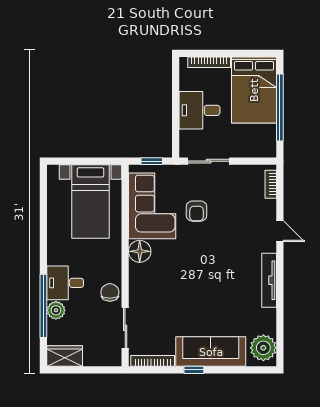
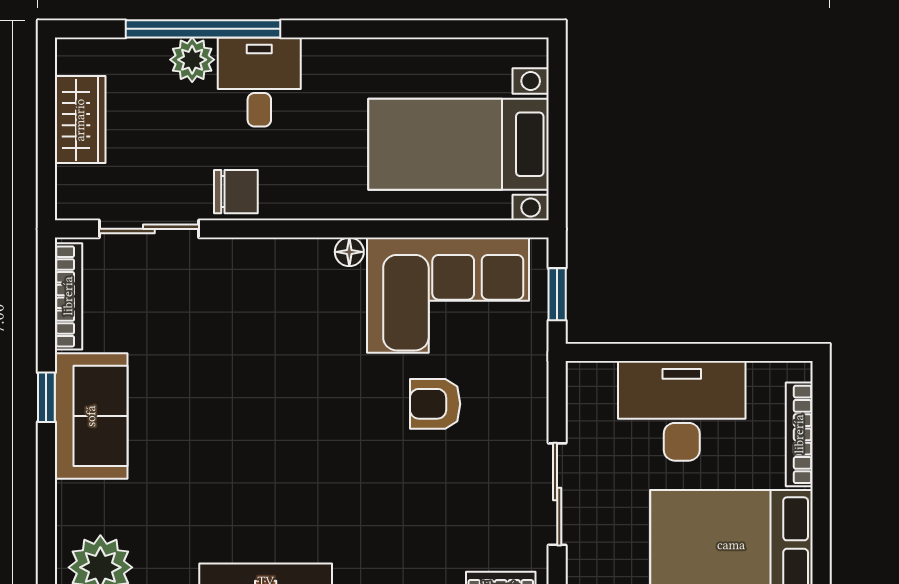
desk: (199, 110) -> (682, 411), width x1.37
sliding door: (209, 161) -> (557, 494), moved
floor lamp: (140, 251) -> (349, 252), width x0.53, depth x0.53
sofa: (211, 352) -> (91, 416), width x0.73
wardrobe: (65, 356) -> (80, 120), moved

